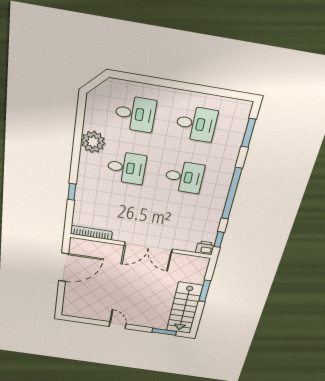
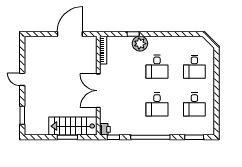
plant: (93, 142) -> (140, 44), moved
door: (64, 267) -> (70, 34), swing flipped
stairs: (185, 308) -> (73, 126), moved
door: (118, 325) -> (22, 79), swing flipped

